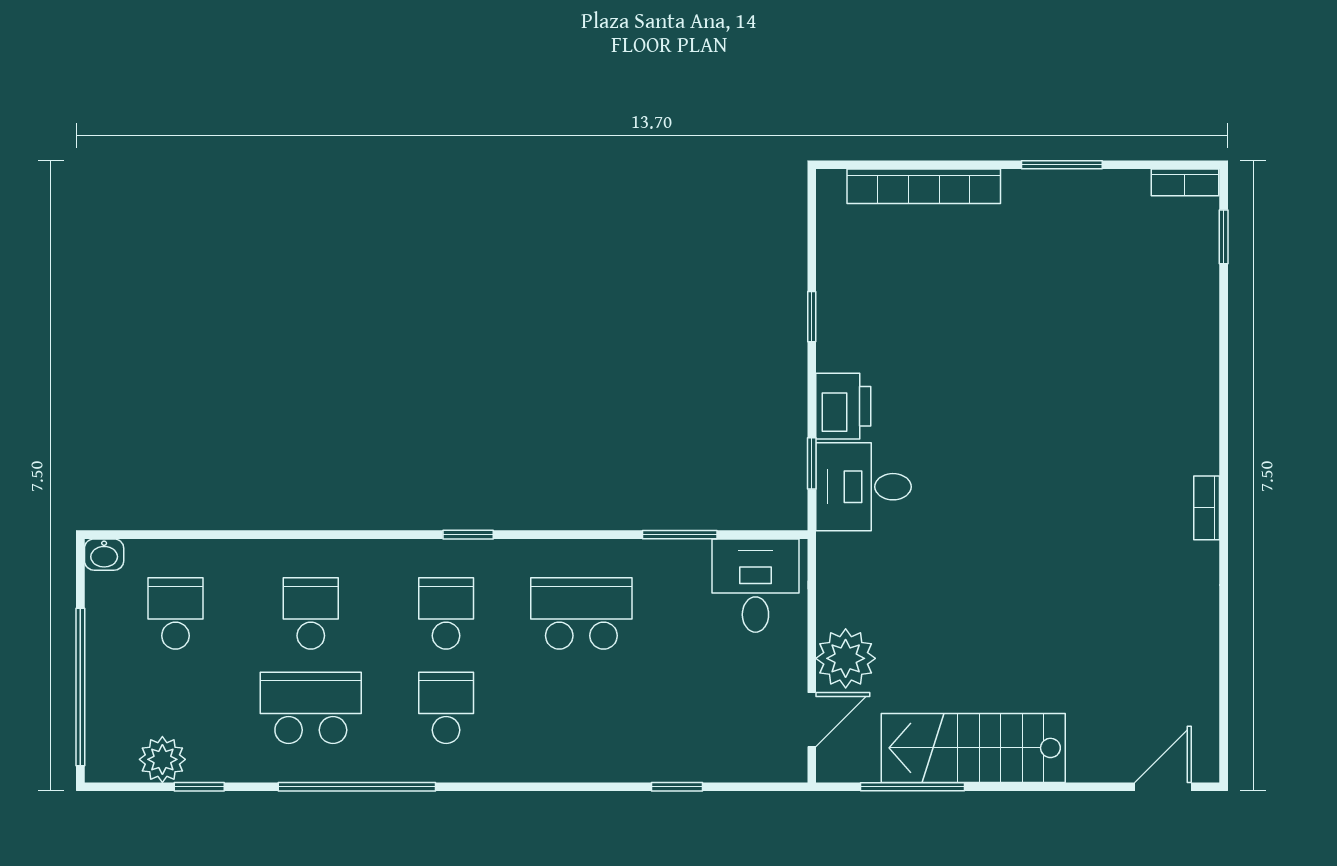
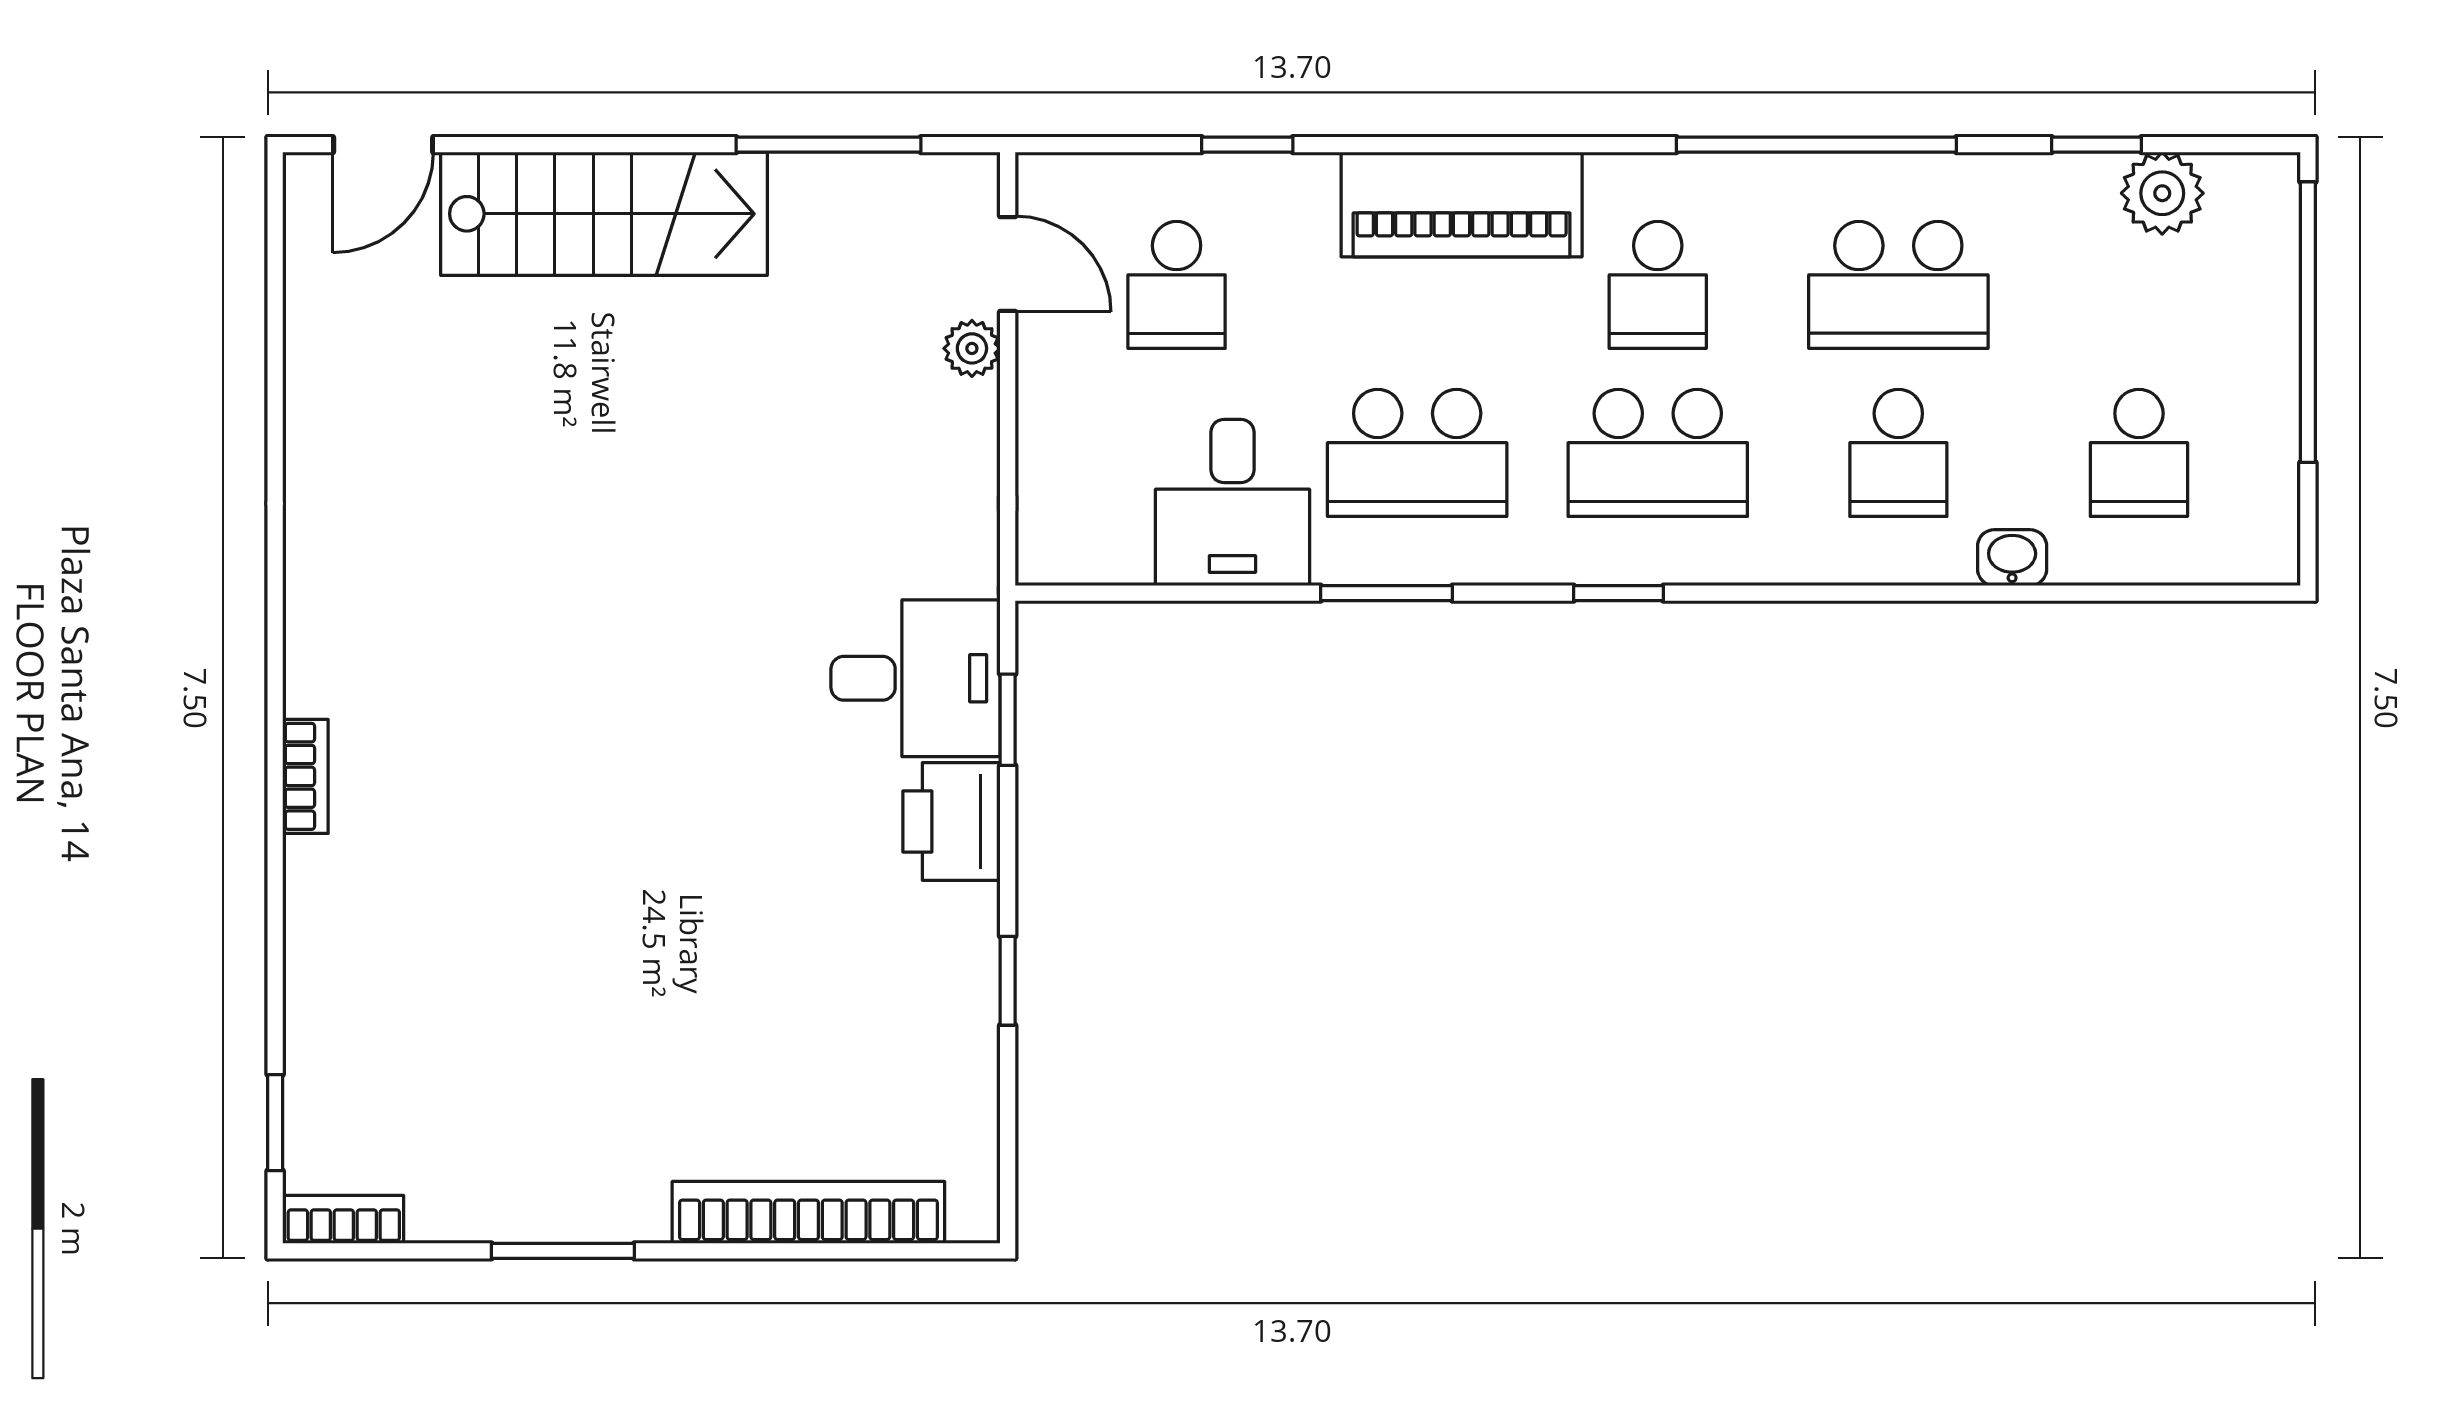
bookcase: (1207, 508) -> (305, 776), moved
window: (680, 535) -> (1387, 593), moved
washbasin: (104, 555) -> (2012, 558), moved
desk: (755, 586) -> (1232, 503), moved
school desk: (446, 613) -> (1658, 453), width x1.85
plant: (846, 658) -> (972, 348), width x0.53, depth x0.53
school desk: (717, 708) -> (1177, 285), added
door: (812, 720) -> (1008, 264), swing flipped
stairs: (973, 748) -> (604, 214), moved
piano: (556, 753) -> (1462, 205), added

